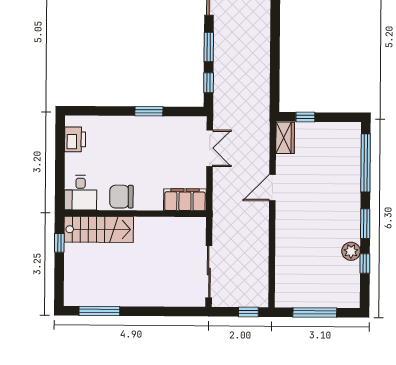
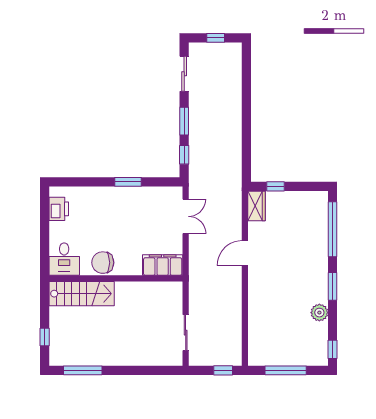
window: (59, 243) -> (45, 337), moved
window: (365, 263) -> (333, 349), moved
sliding door: (209, 272) -> (186, 333), width x0.73

